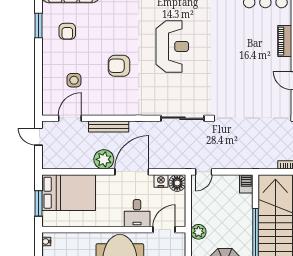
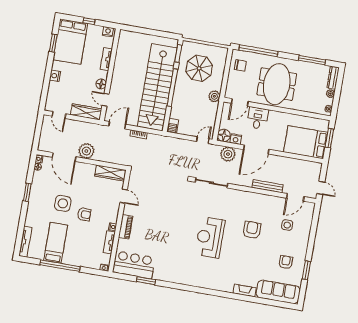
armchair: (119, 66) -> (252, 230), turned -90
plant: (104, 159) -> (228, 154), moved

